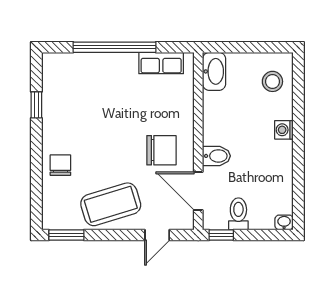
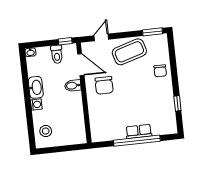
row of seats: (161, 63) -> (139, 131), moved
washbasin: (214, 71) -> (36, 87), moved, turned 180
chair: (161, 150) -> (104, 85), turned -90

